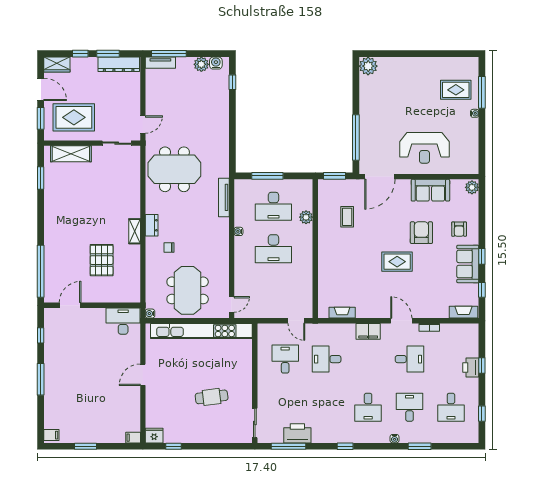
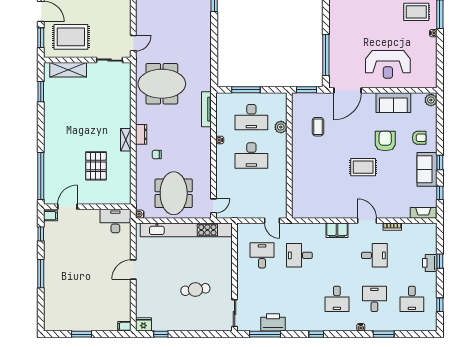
armchair: (459, 229) -> (419, 138), turned -90
fireplace: (342, 313) -> (313, 213), removed
filing cabinet: (51, 435) -> (50, 216), moved

